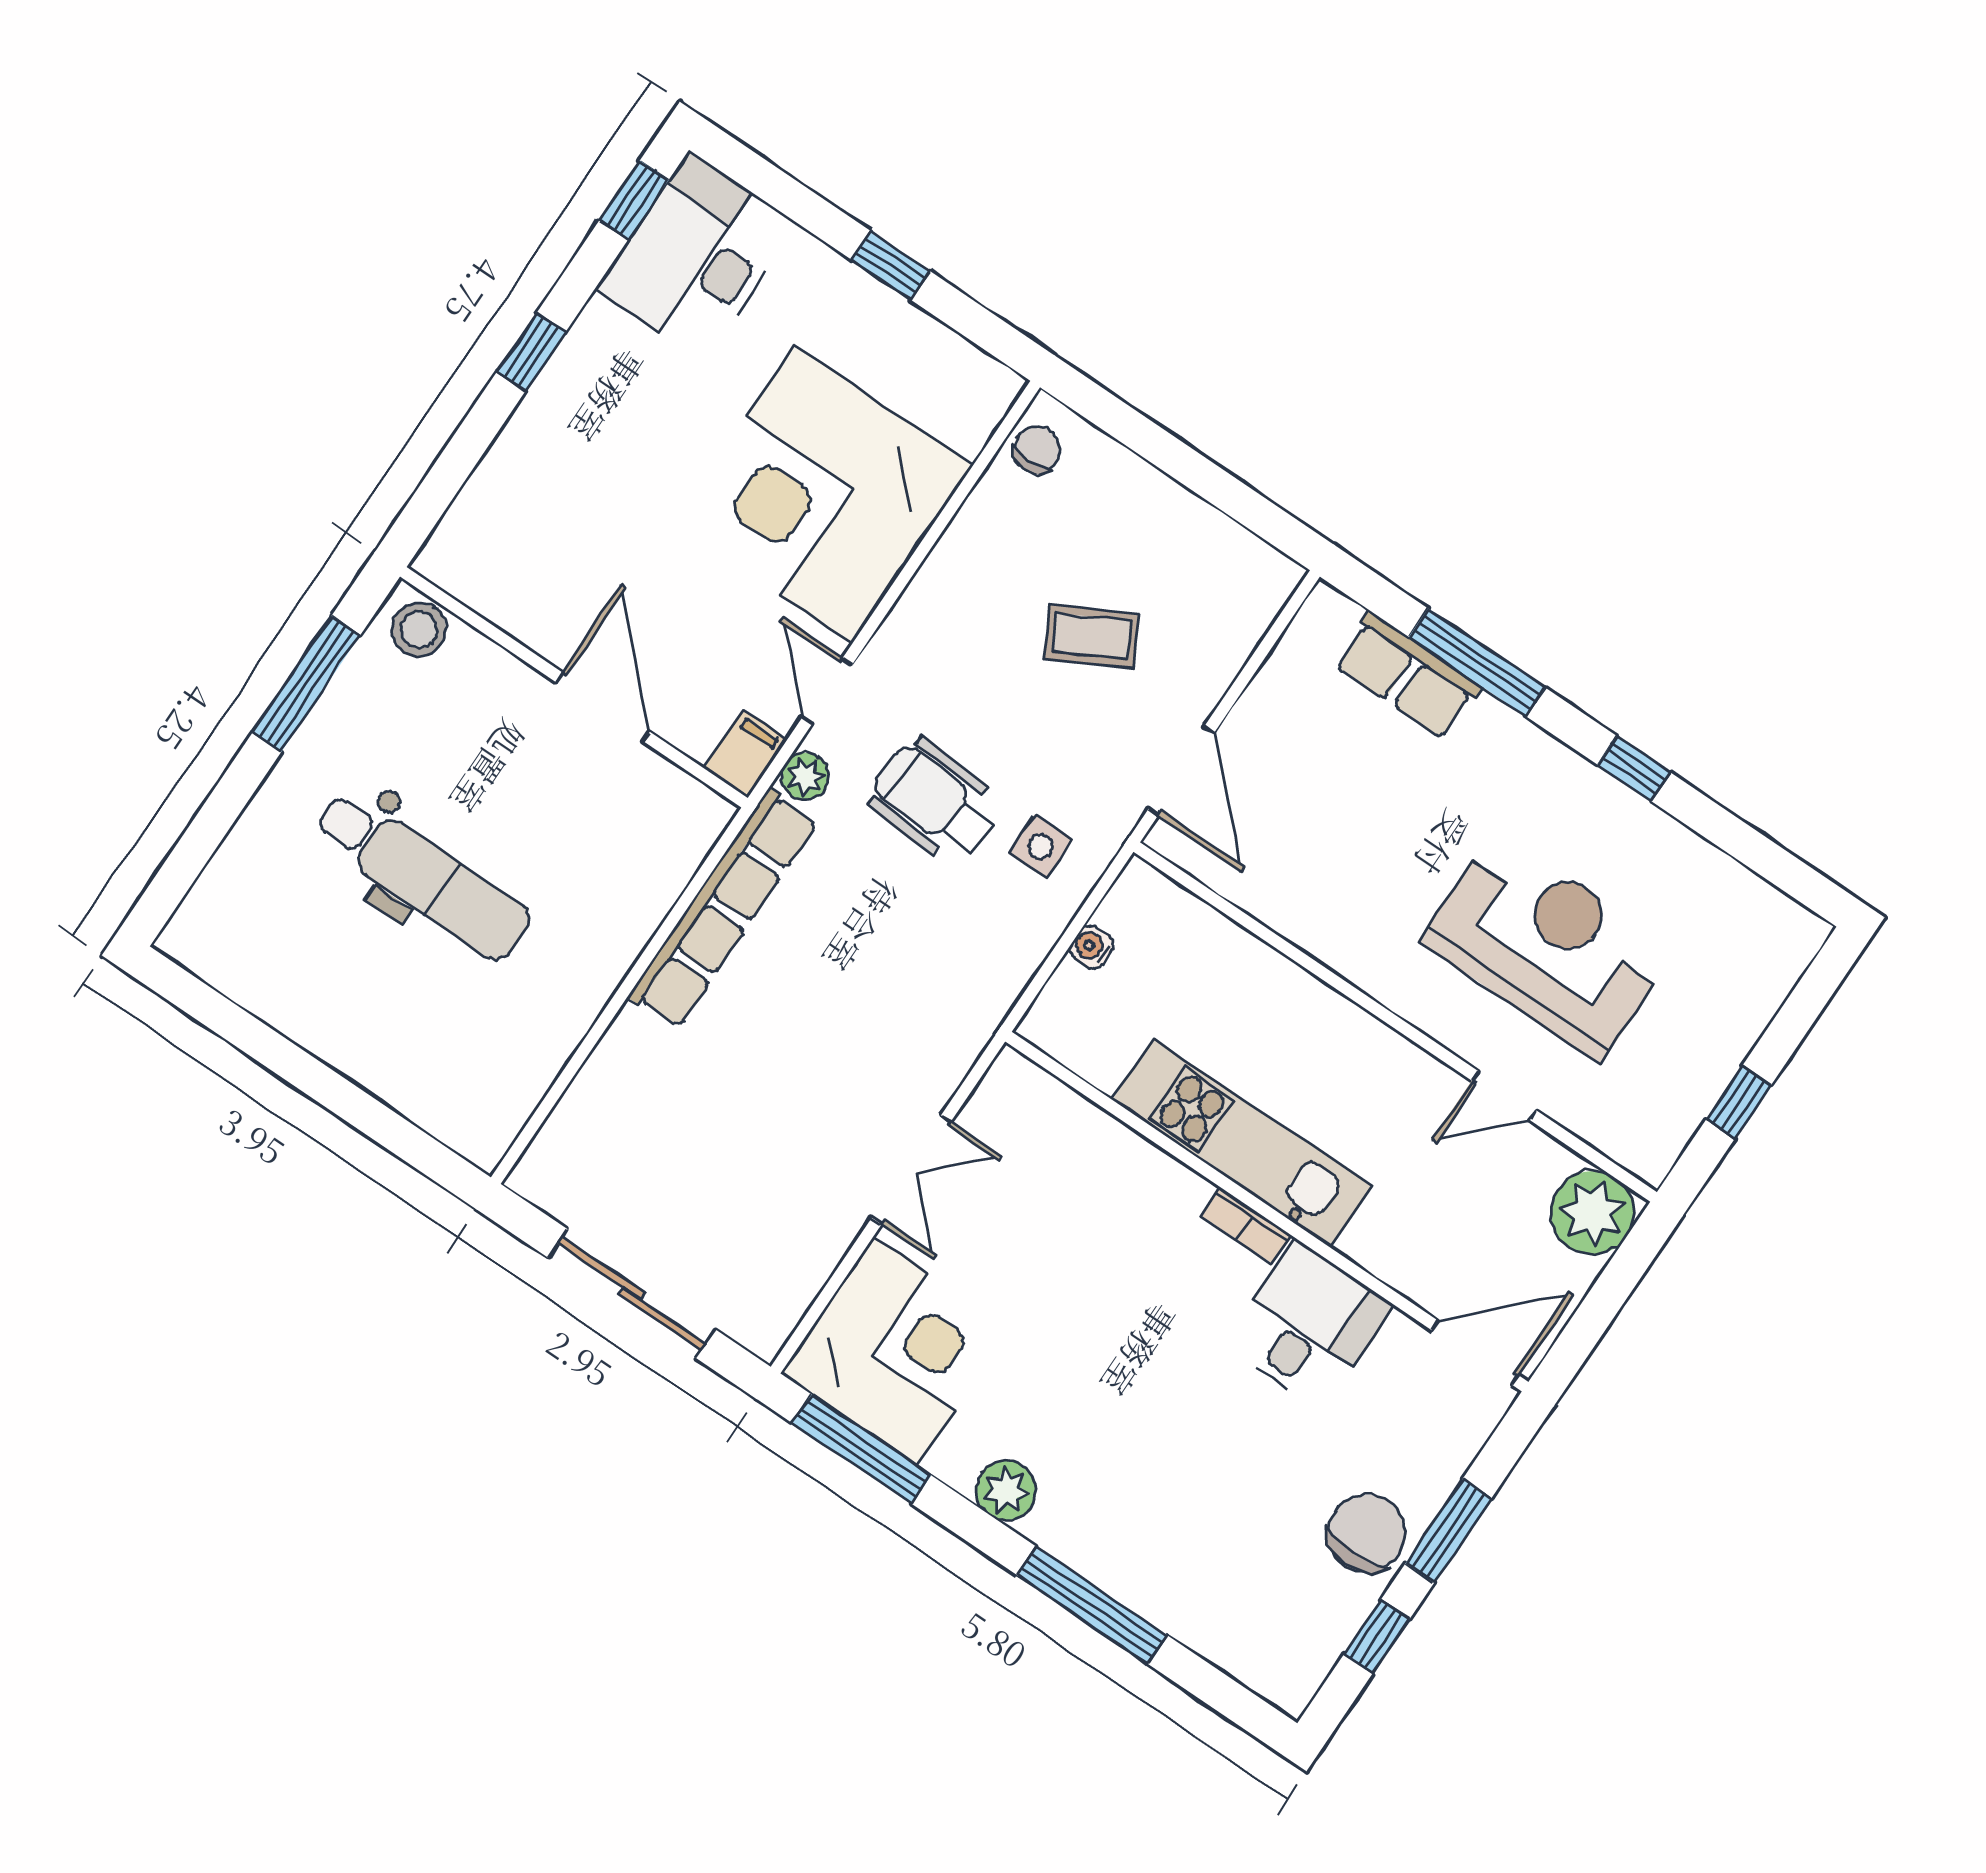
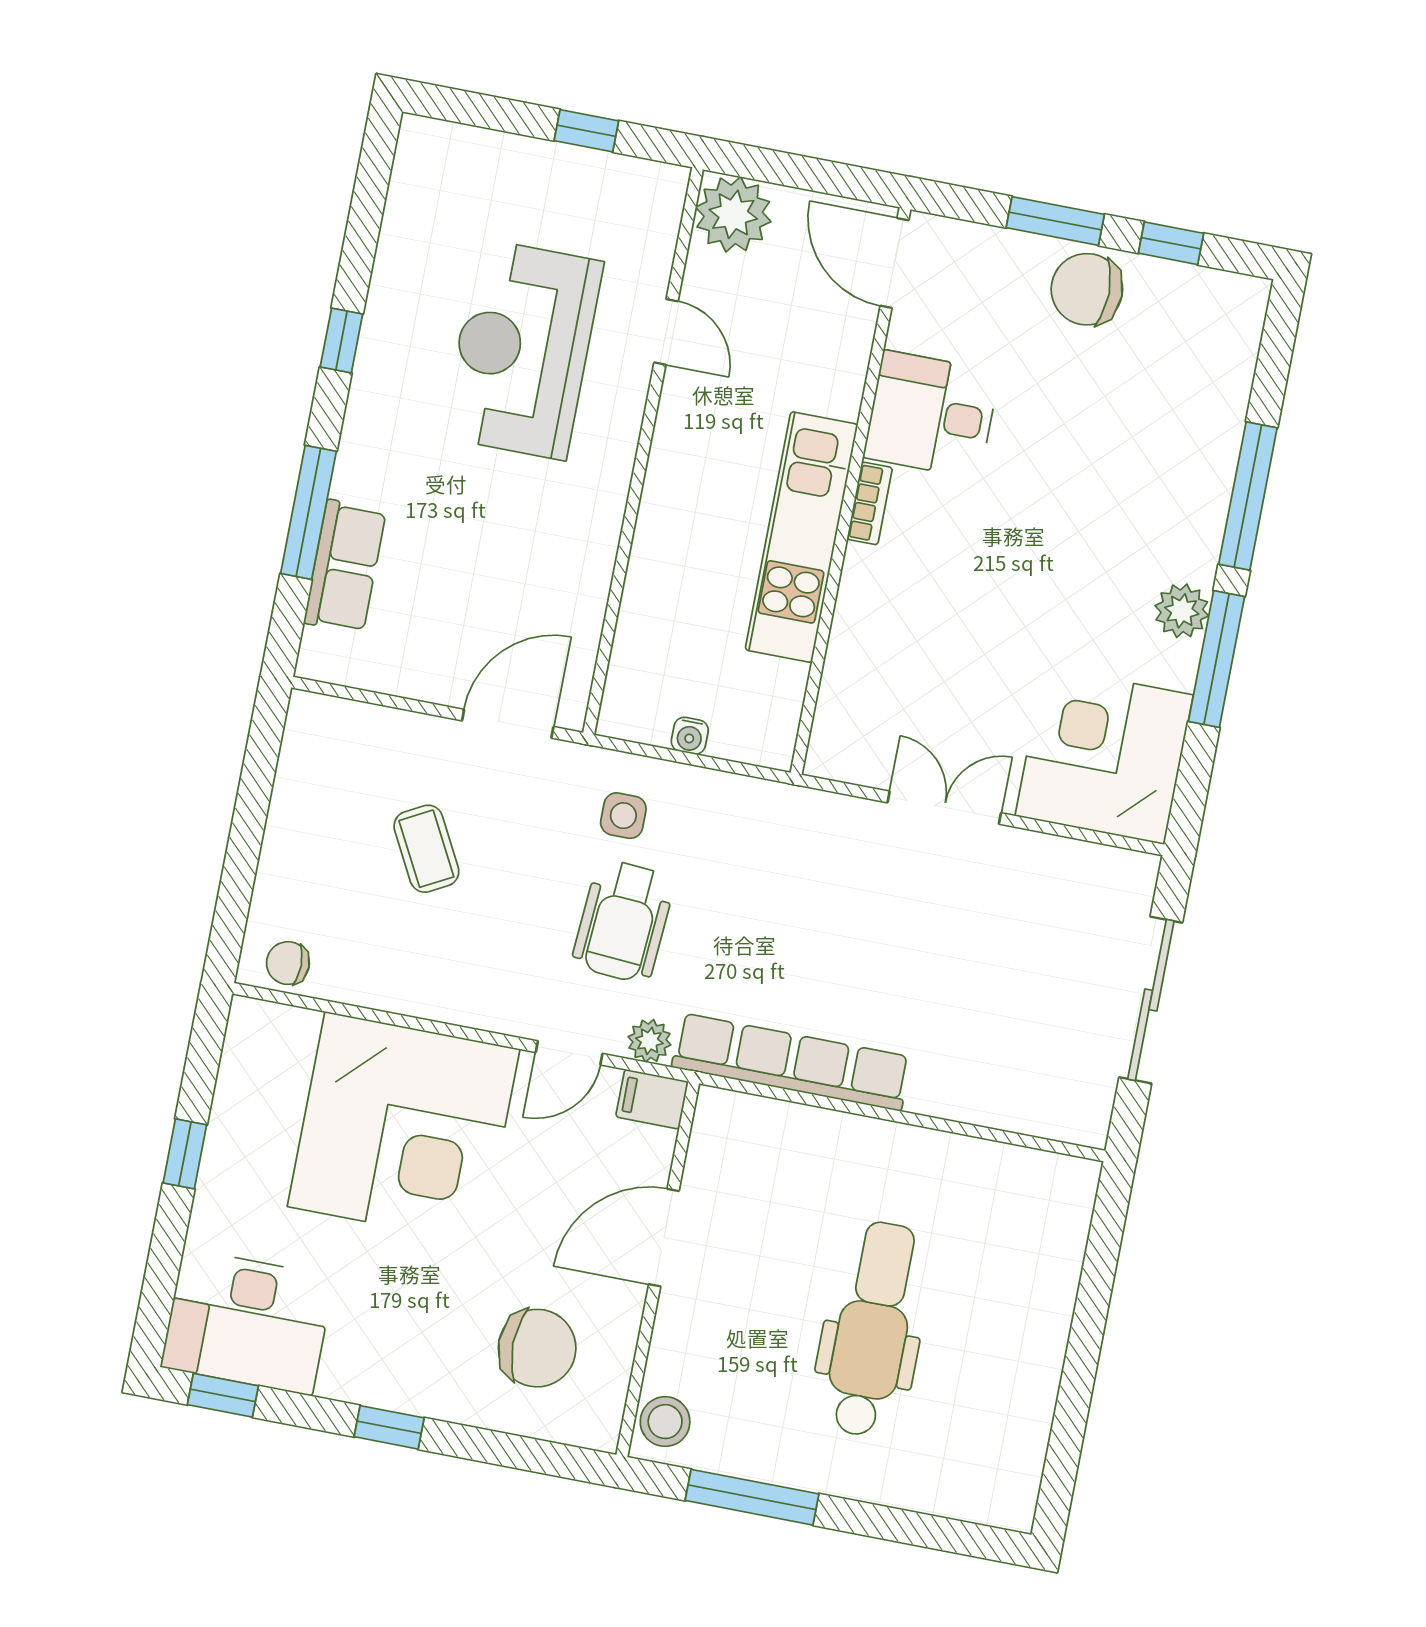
chair: (547, 533) -> (537, 1348), added
window: (862, 1449) -> (1217, 659), moved

